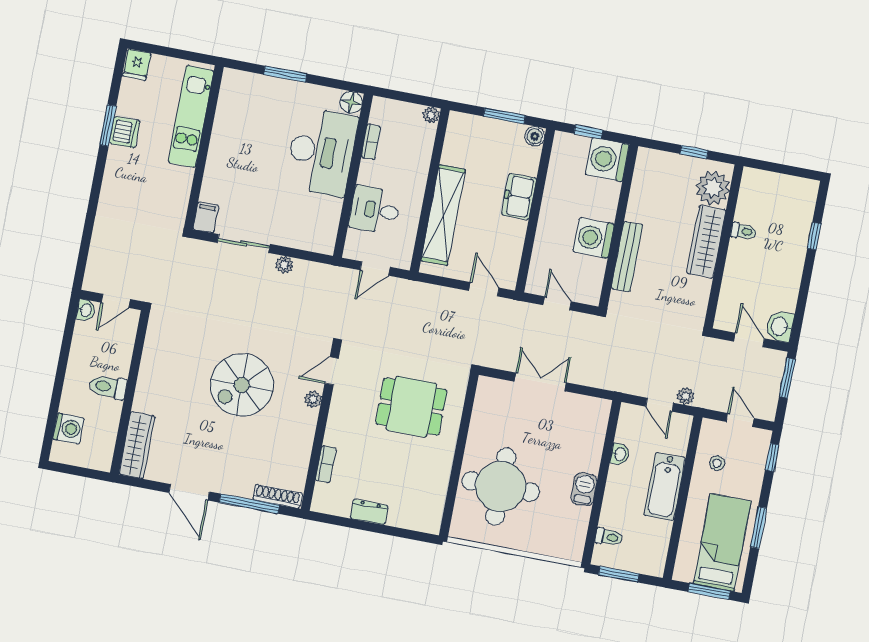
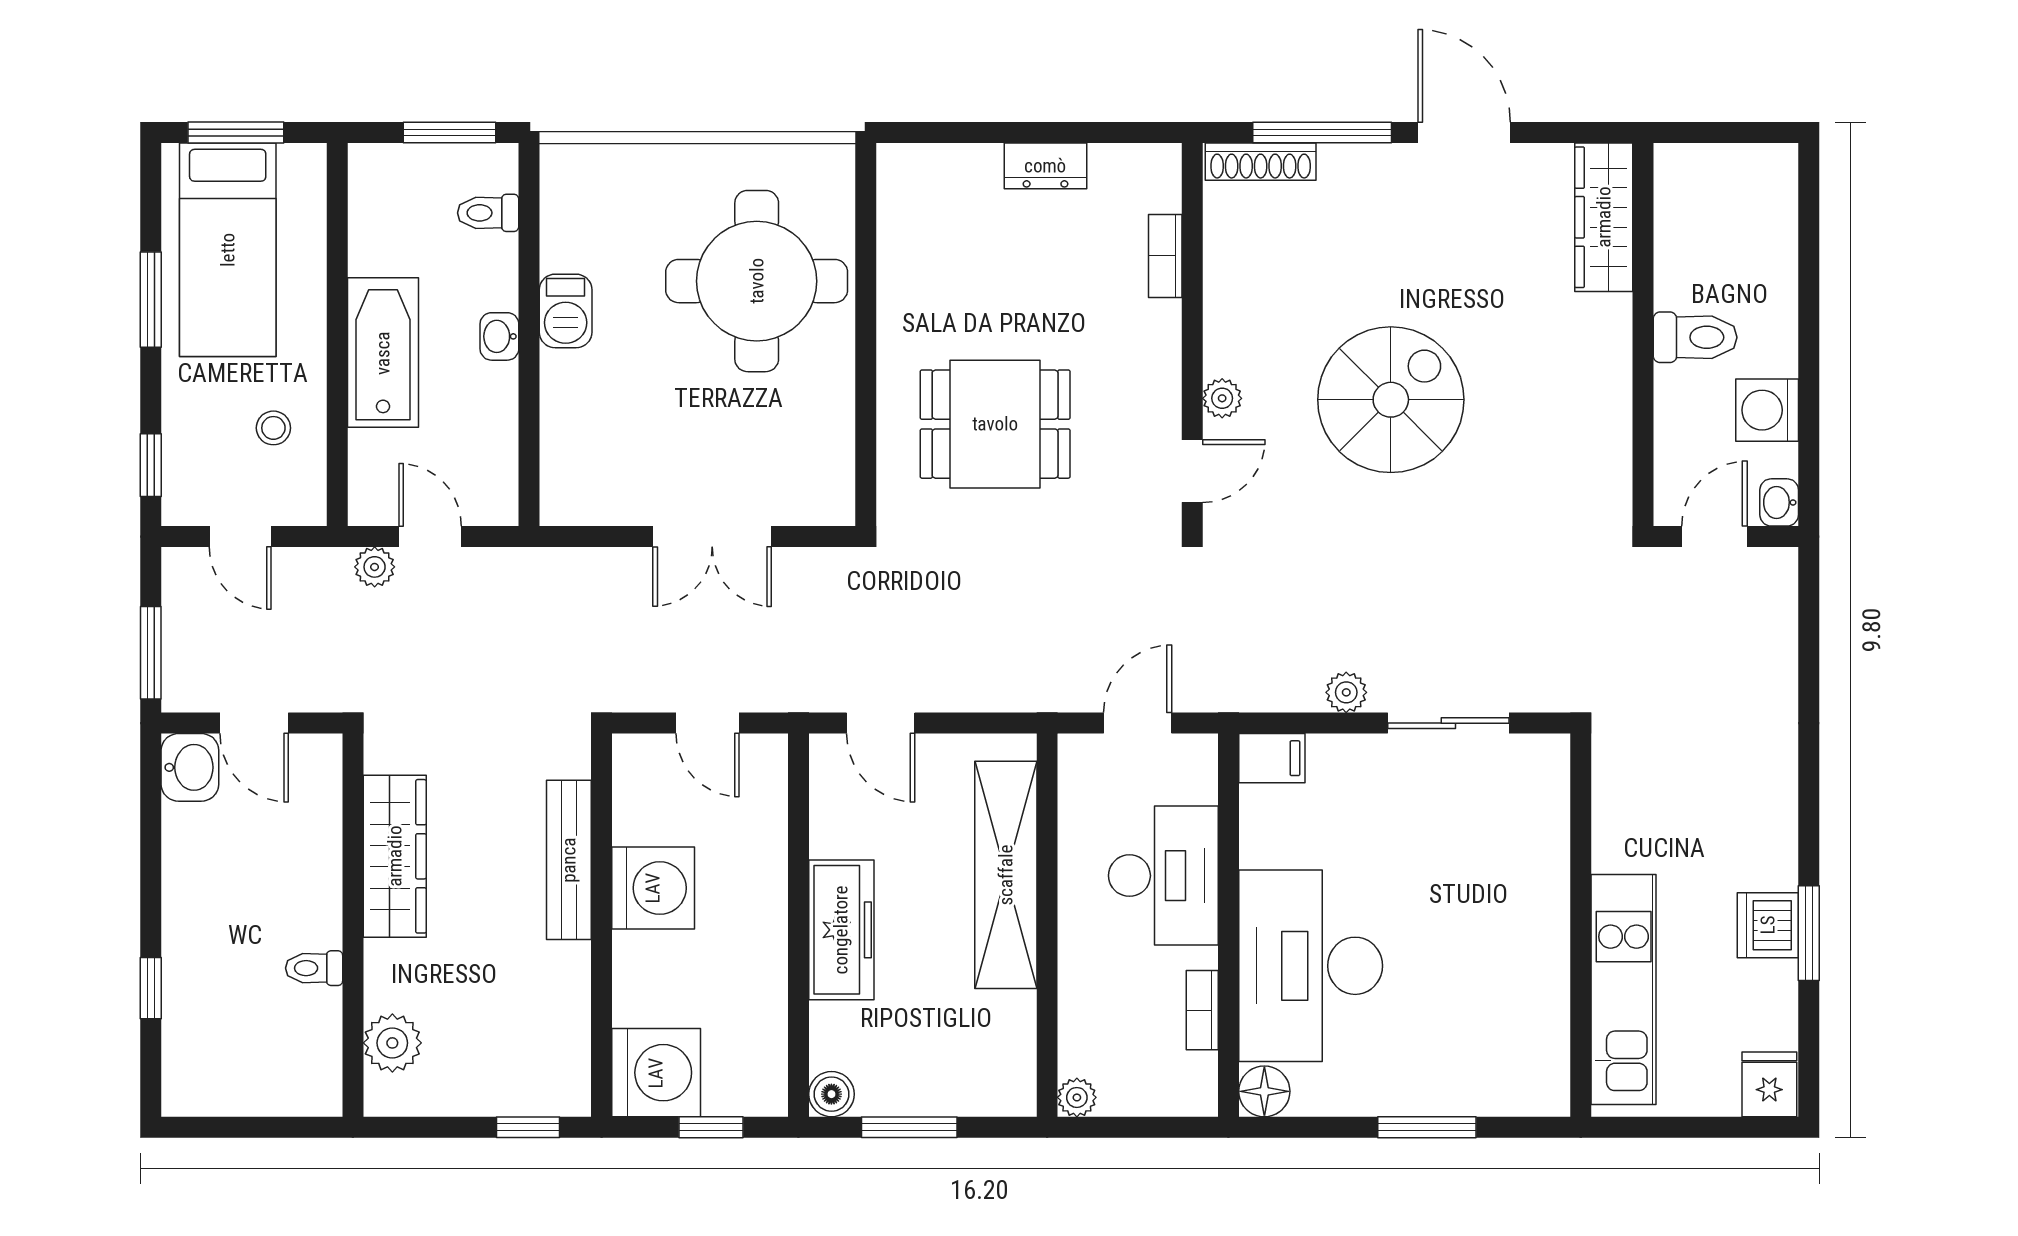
window: (694, 152) -> (528, 1127), moved
plant: (713, 188) -> (392, 1043), width x0.73, depth x0.73
freezer: (519, 197) -> (841, 930), width x1.40
desk: (375, 210) -> (1163, 876), width x1.37
filing cabinet: (206, 217) -> (1272, 758), moved, turned -90
wardrobe: (706, 242) -> (395, 856), moved
washing machine: (68, 428) -> (1767, 410), moved
washbasin: (620, 454) -> (499, 336), moved

